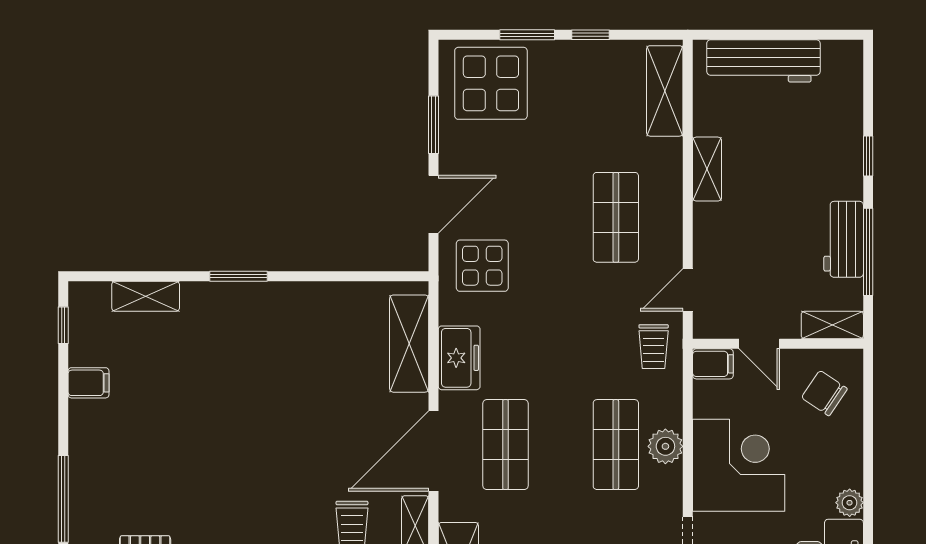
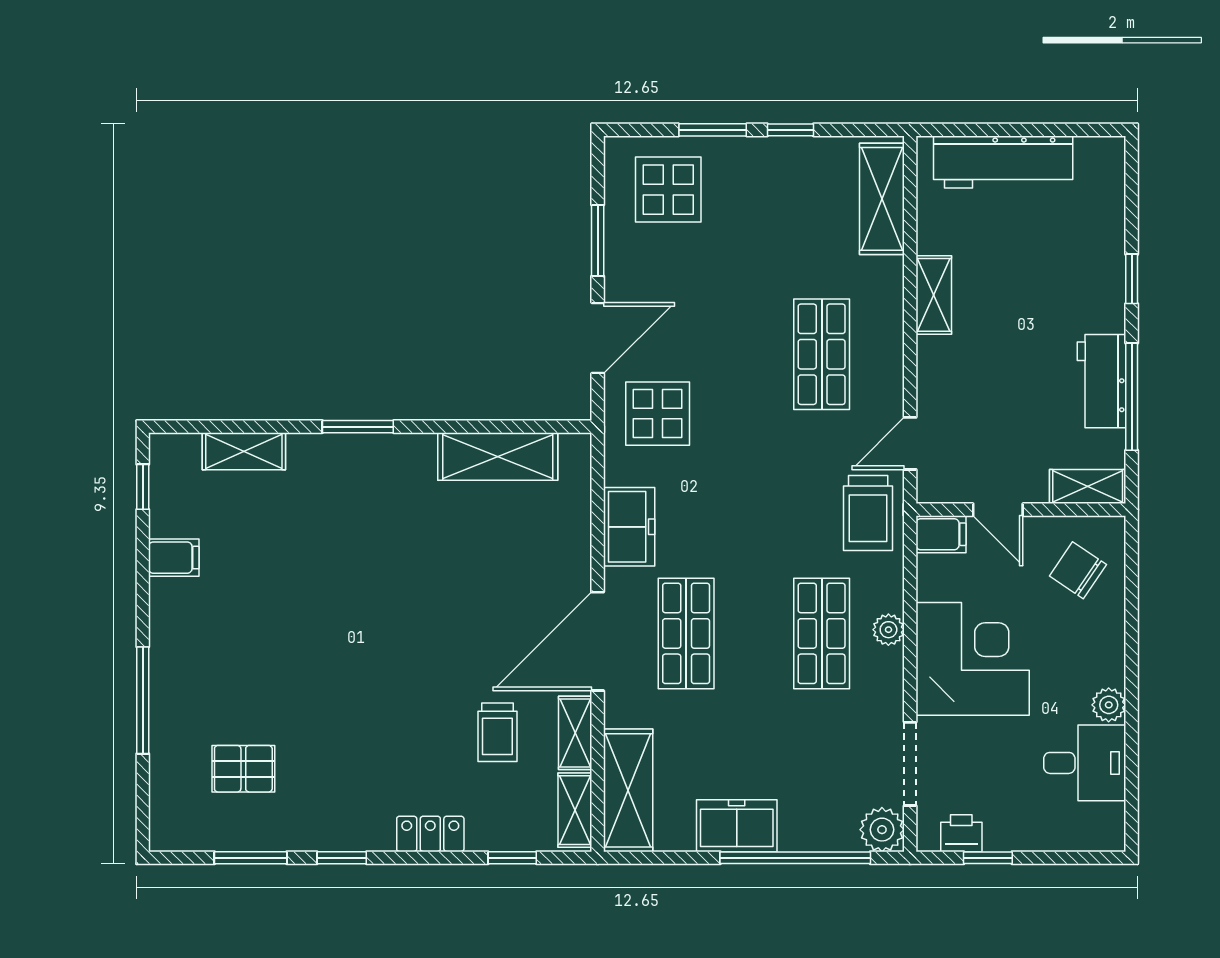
display table: (491, 83) -> (668, 190), width x0.73, depth x0.73
shelving: (409, 344) -> (498, 456), moved, turned 90
trolley: (654, 347) -> (868, 513), width x1.36, depth x1.39
plant: (665, 446) -> (888, 630), width x0.73, depth x0.73

